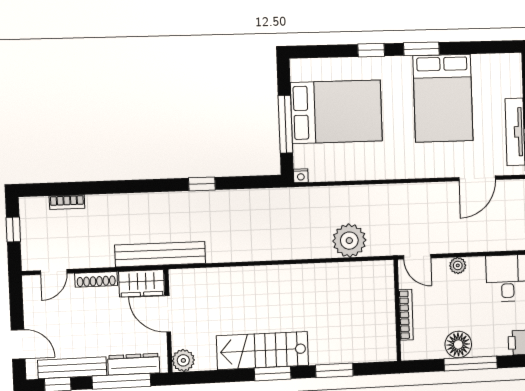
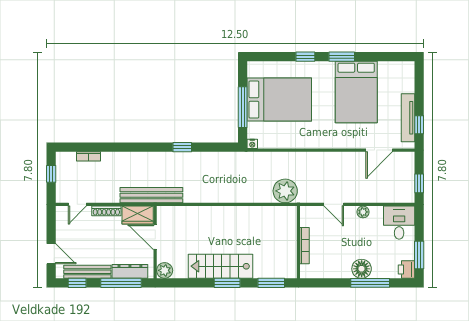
wall: (397, 310) -> (298, 242), moved
bookcase: (406, 315) -> (305, 246), moved

